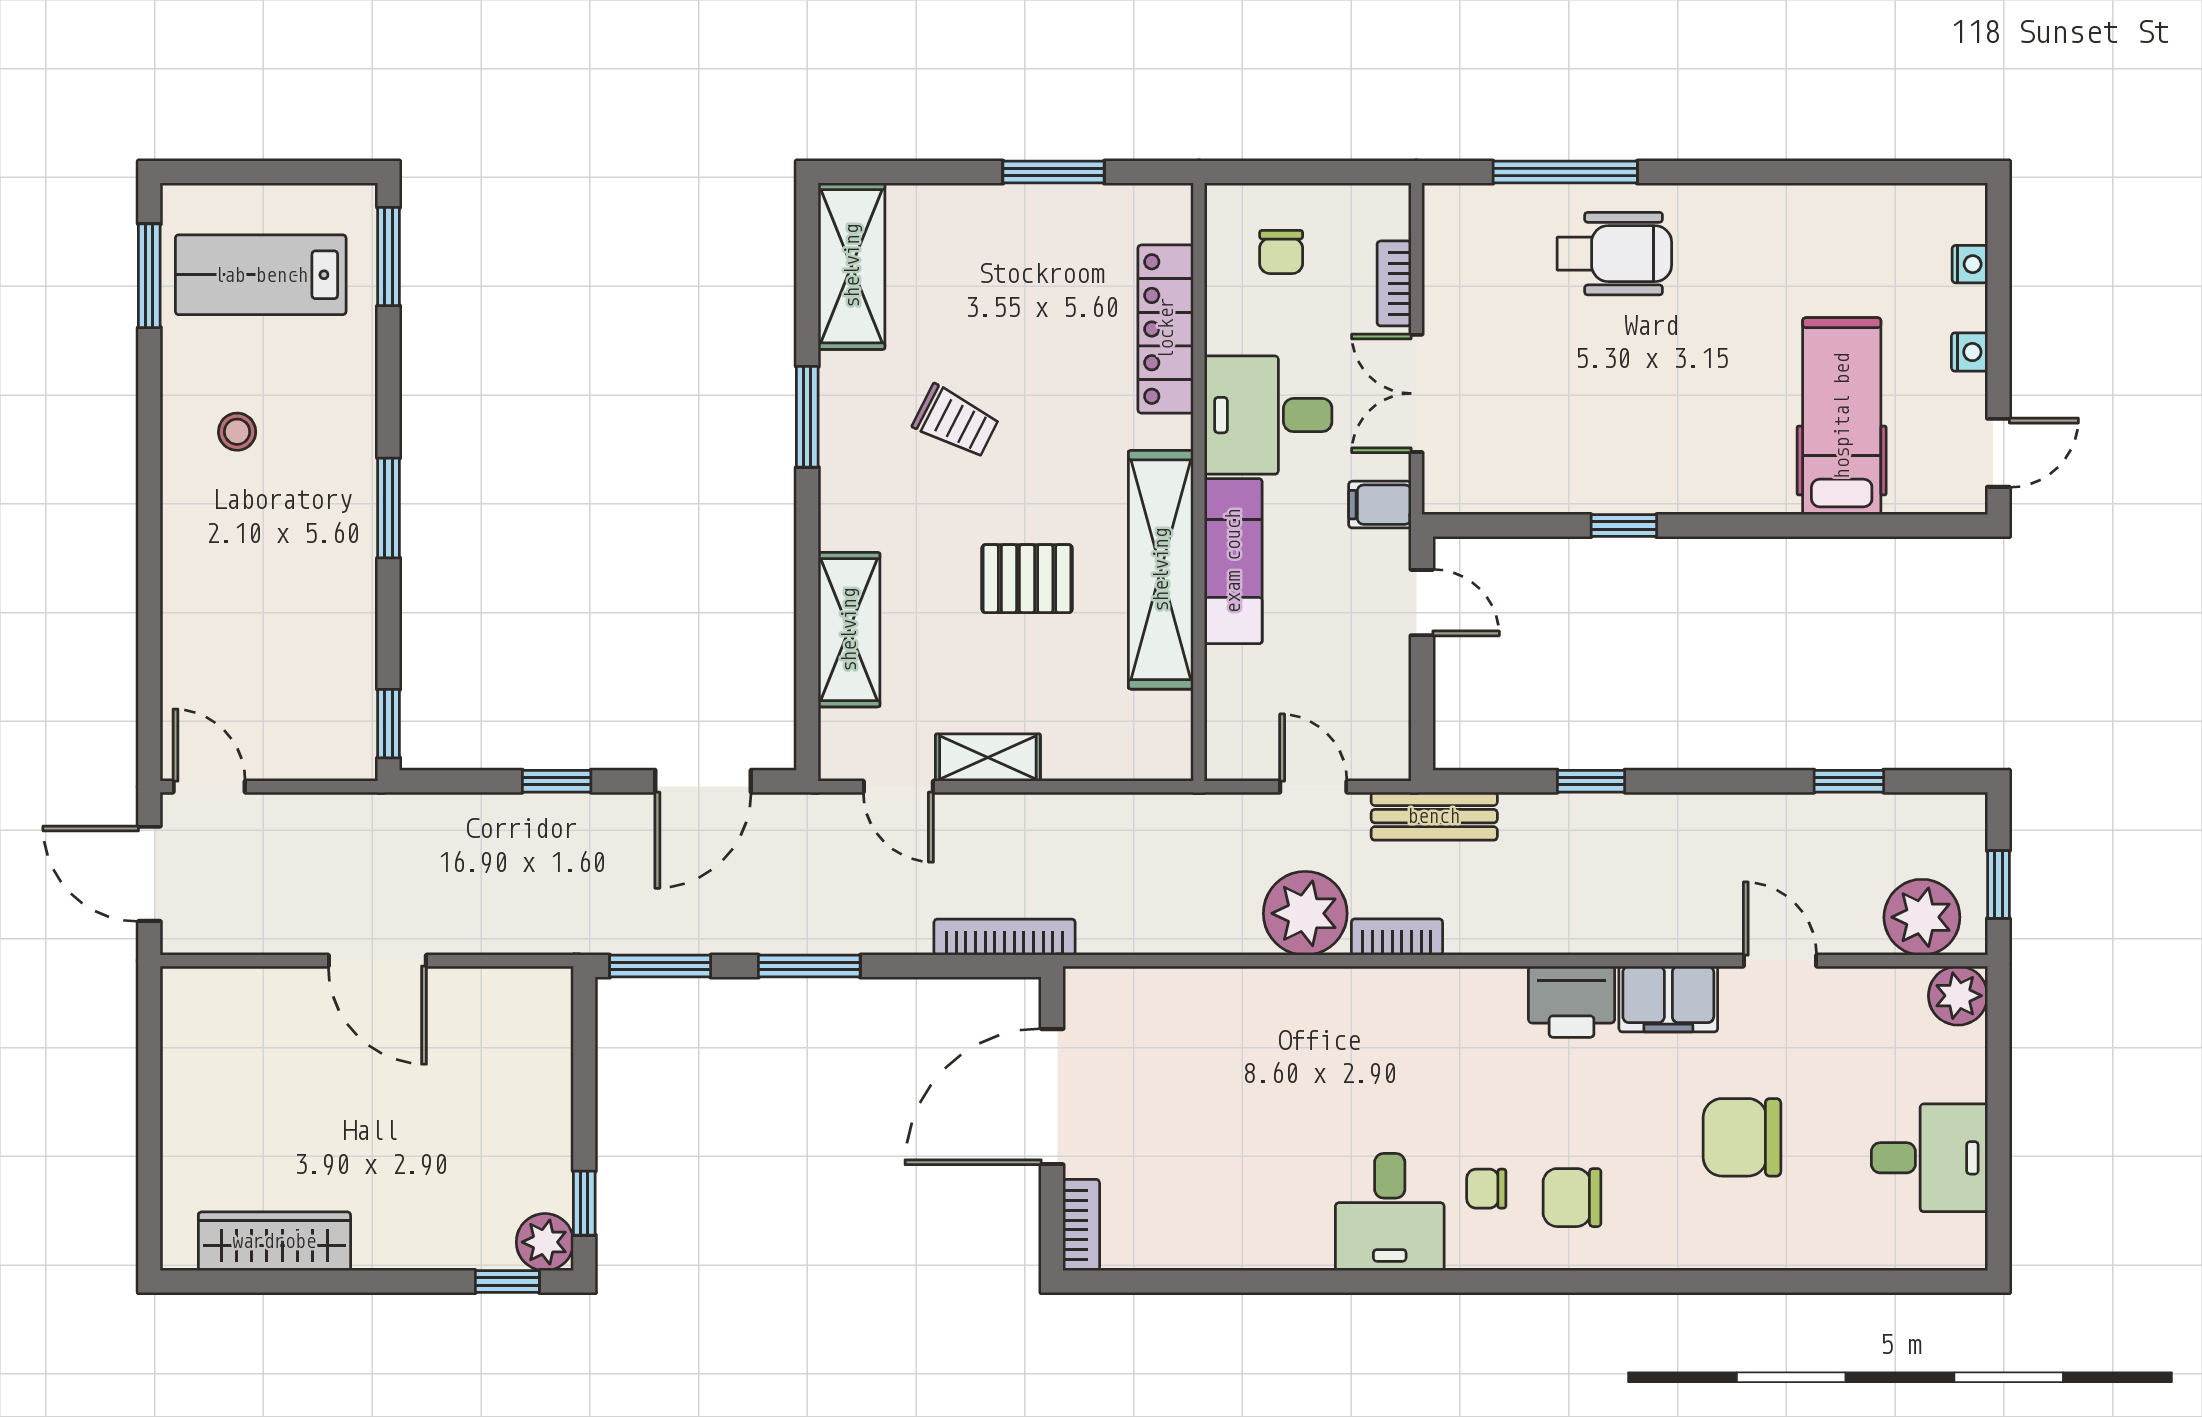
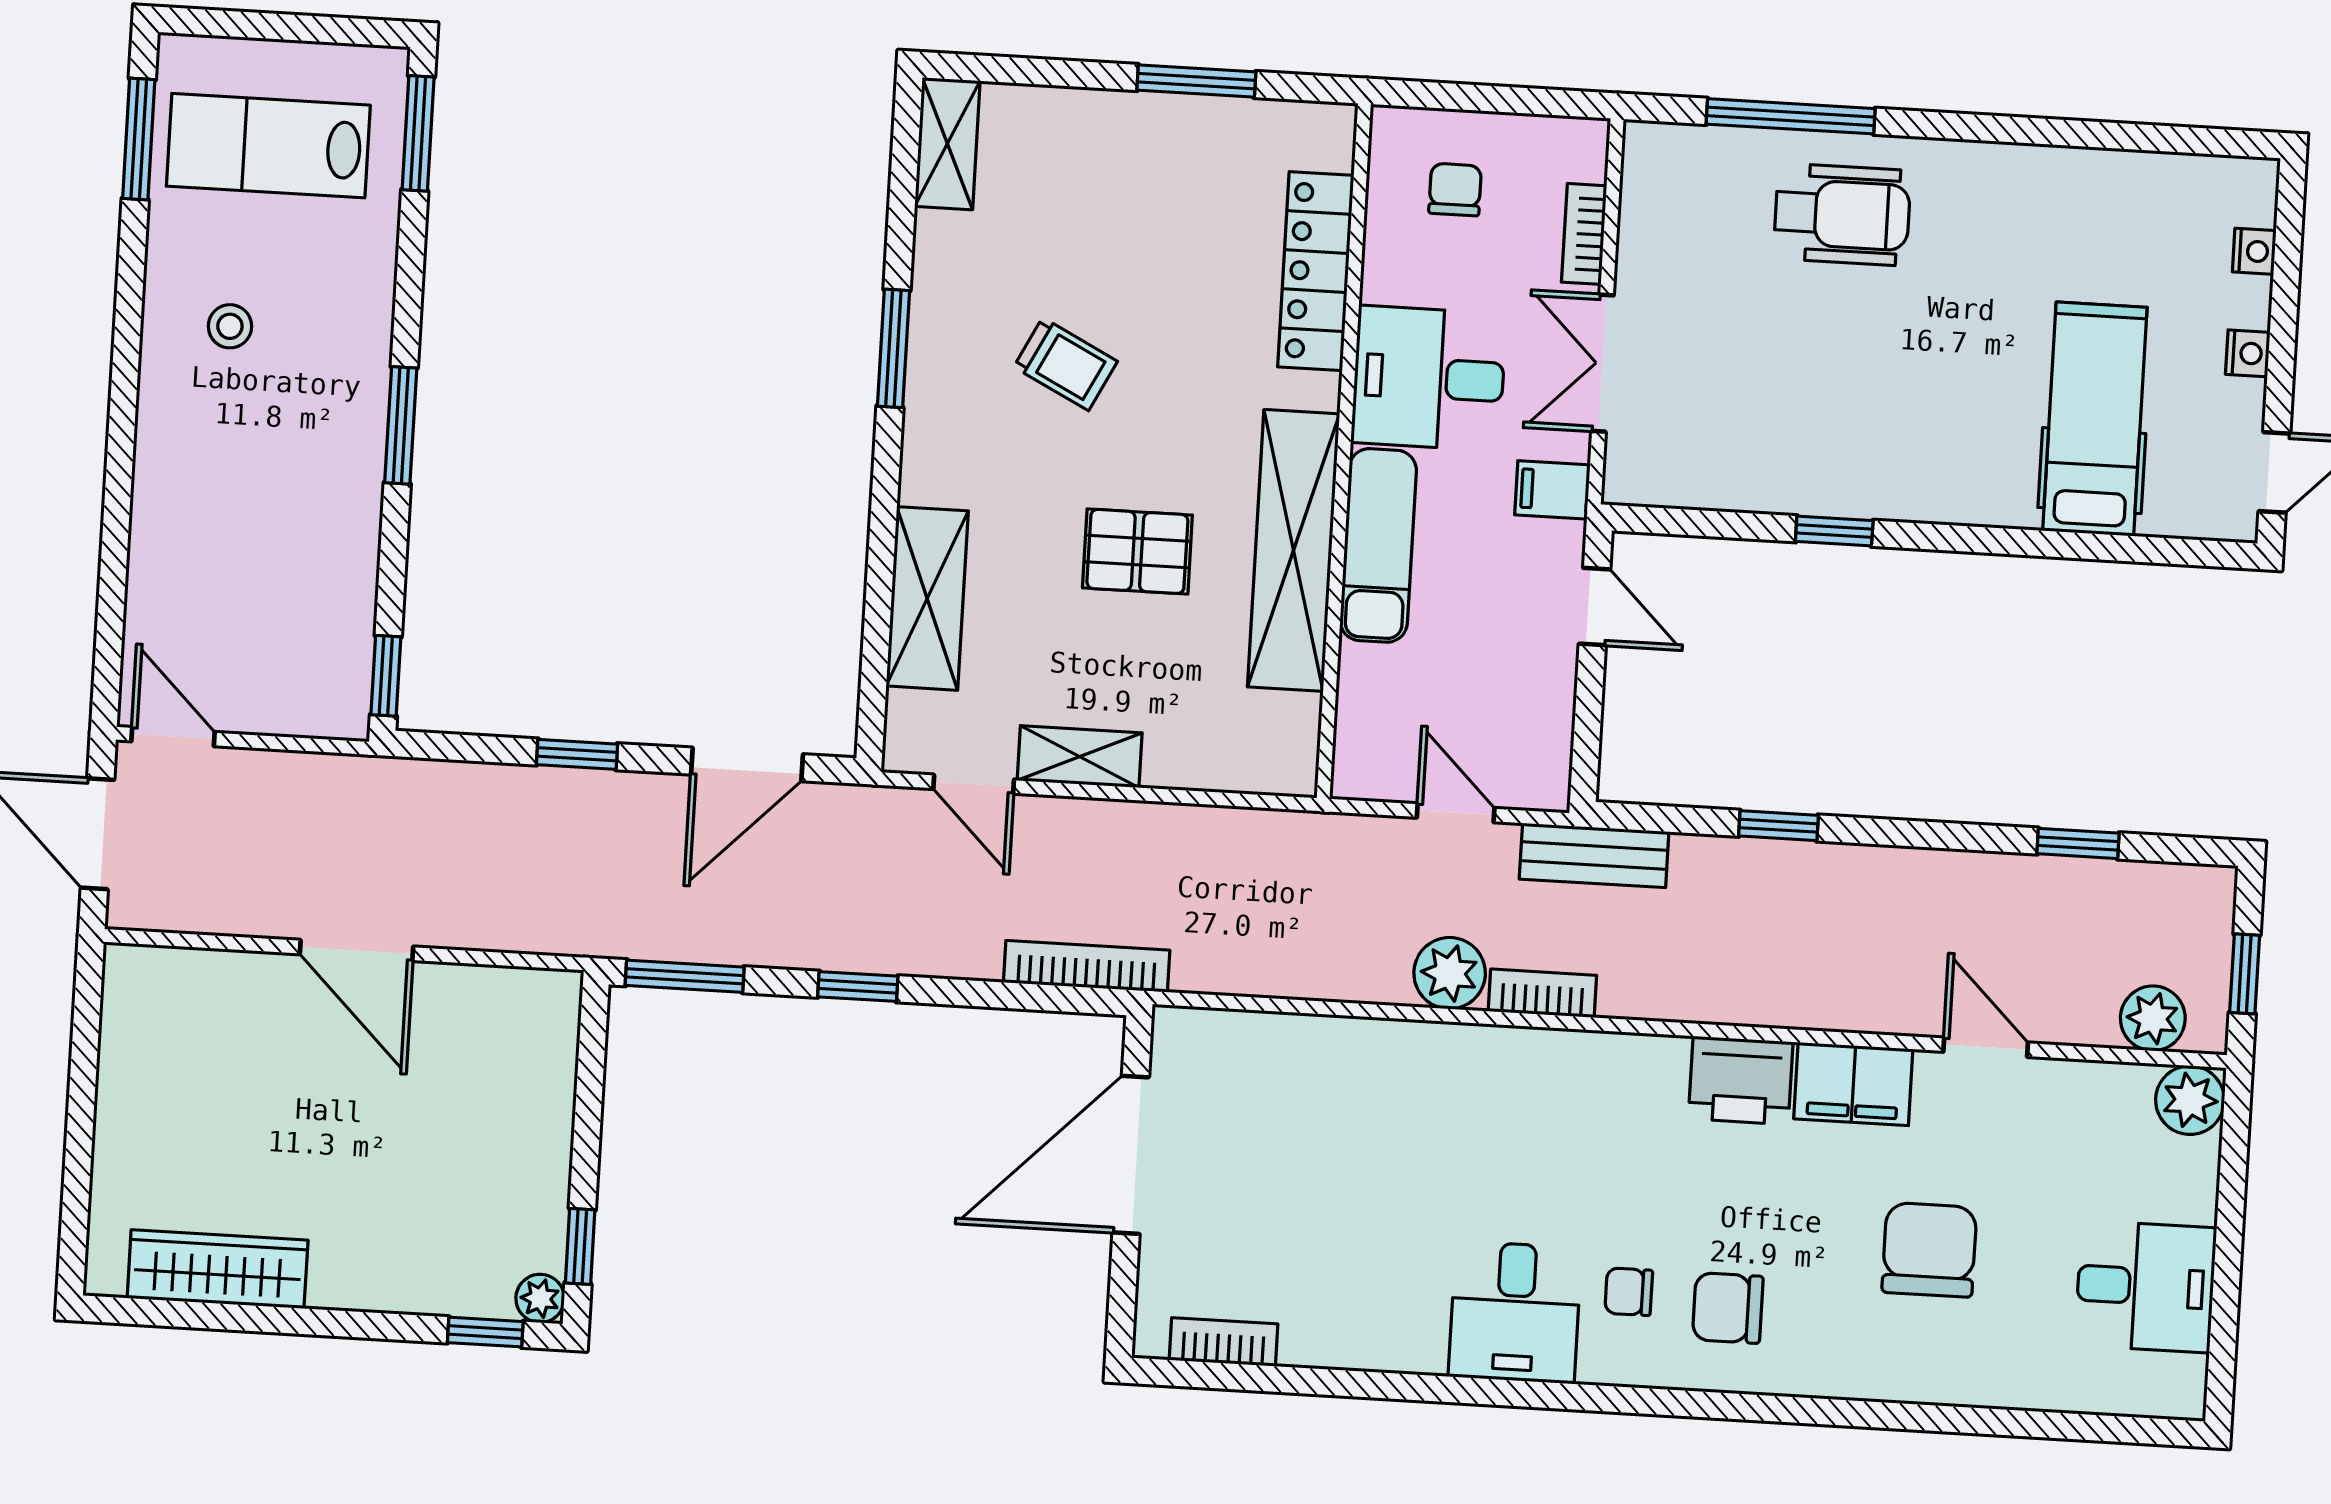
chair: (1281, 252) -> (1455, 190), turned 180
shelving: (852, 266) -> (947, 144), width x0.67, depth x0.75
plant: (1305, 913) -> (1450, 973), width x0.73, depth x0.73
plant: (1922, 917) -> (2153, 1018), width x0.73, depth x0.73
window: (809, 966) -> (858, 987), width x0.67
chair: (1742, 1137) -> (1929, 1250), turned 90
bookcase: (1081, 1225) -> (1223, 1342), moved, turned -90
plant: (545, 1242) -> (540, 1298), width x0.73, depth x0.73

